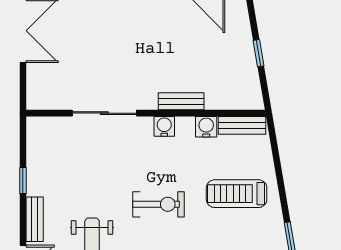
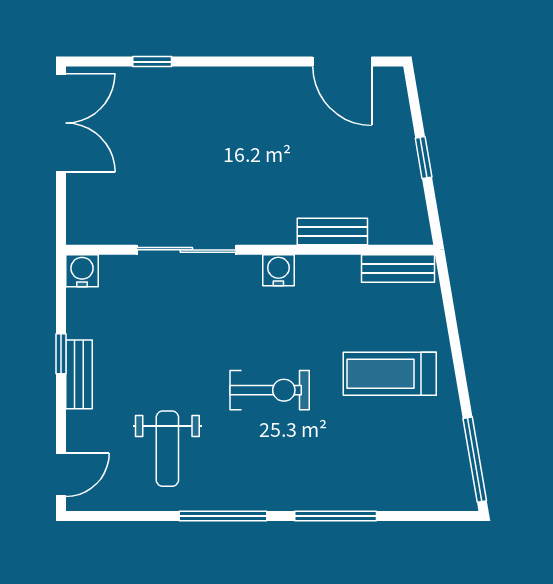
bench: (181, 101) -> (332, 232), moved
water cooler: (206, 127) -> (82, 271), moved
bench: (35, 219) -> (79, 374), moved

